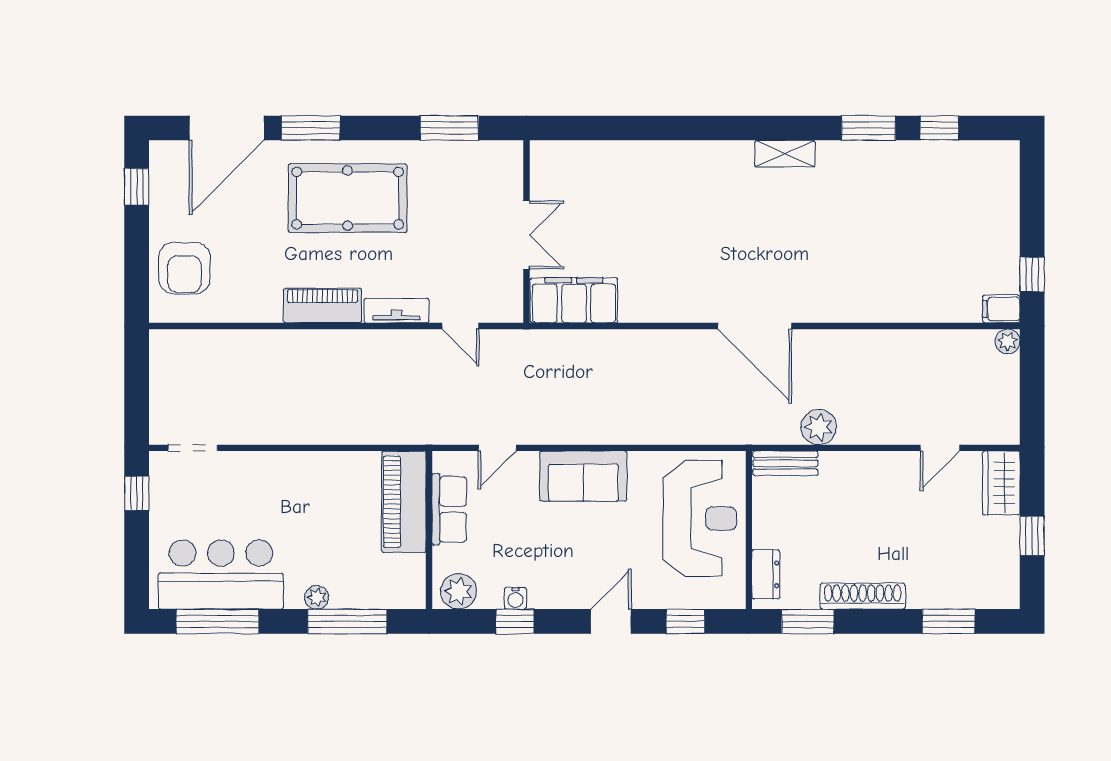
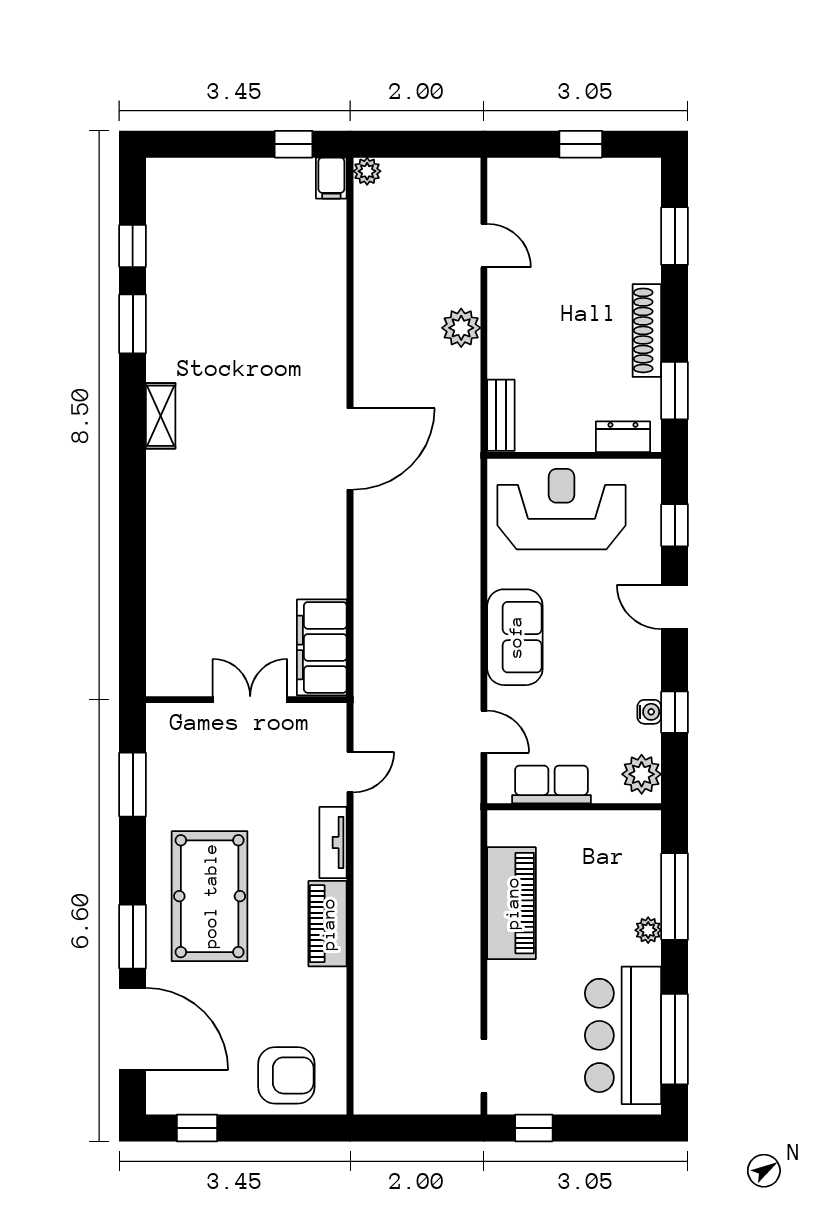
plant: (819, 427) -> (461, 328), moved
wardrobe: (1001, 483) -> (523, 178), removed
piano: (404, 502) -> (512, 903), moved, turned -90

